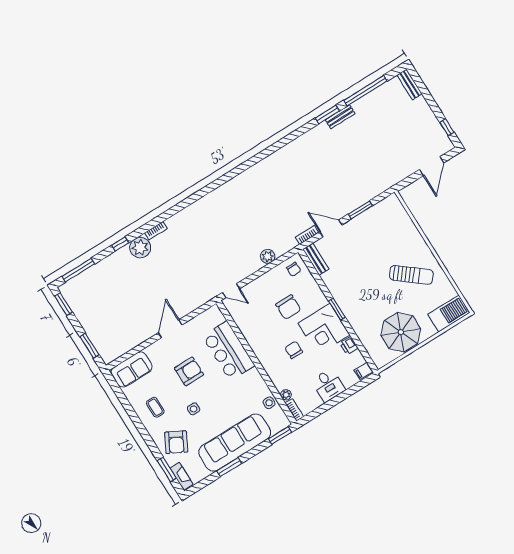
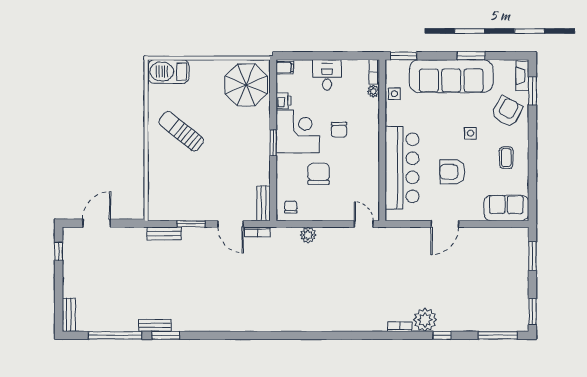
bench: (376, 190) -> (164, 233), added
parasol: (401, 332) -> (246, 85), moved
bar counter: (229, 351) -> (402, 168), width x1.36

